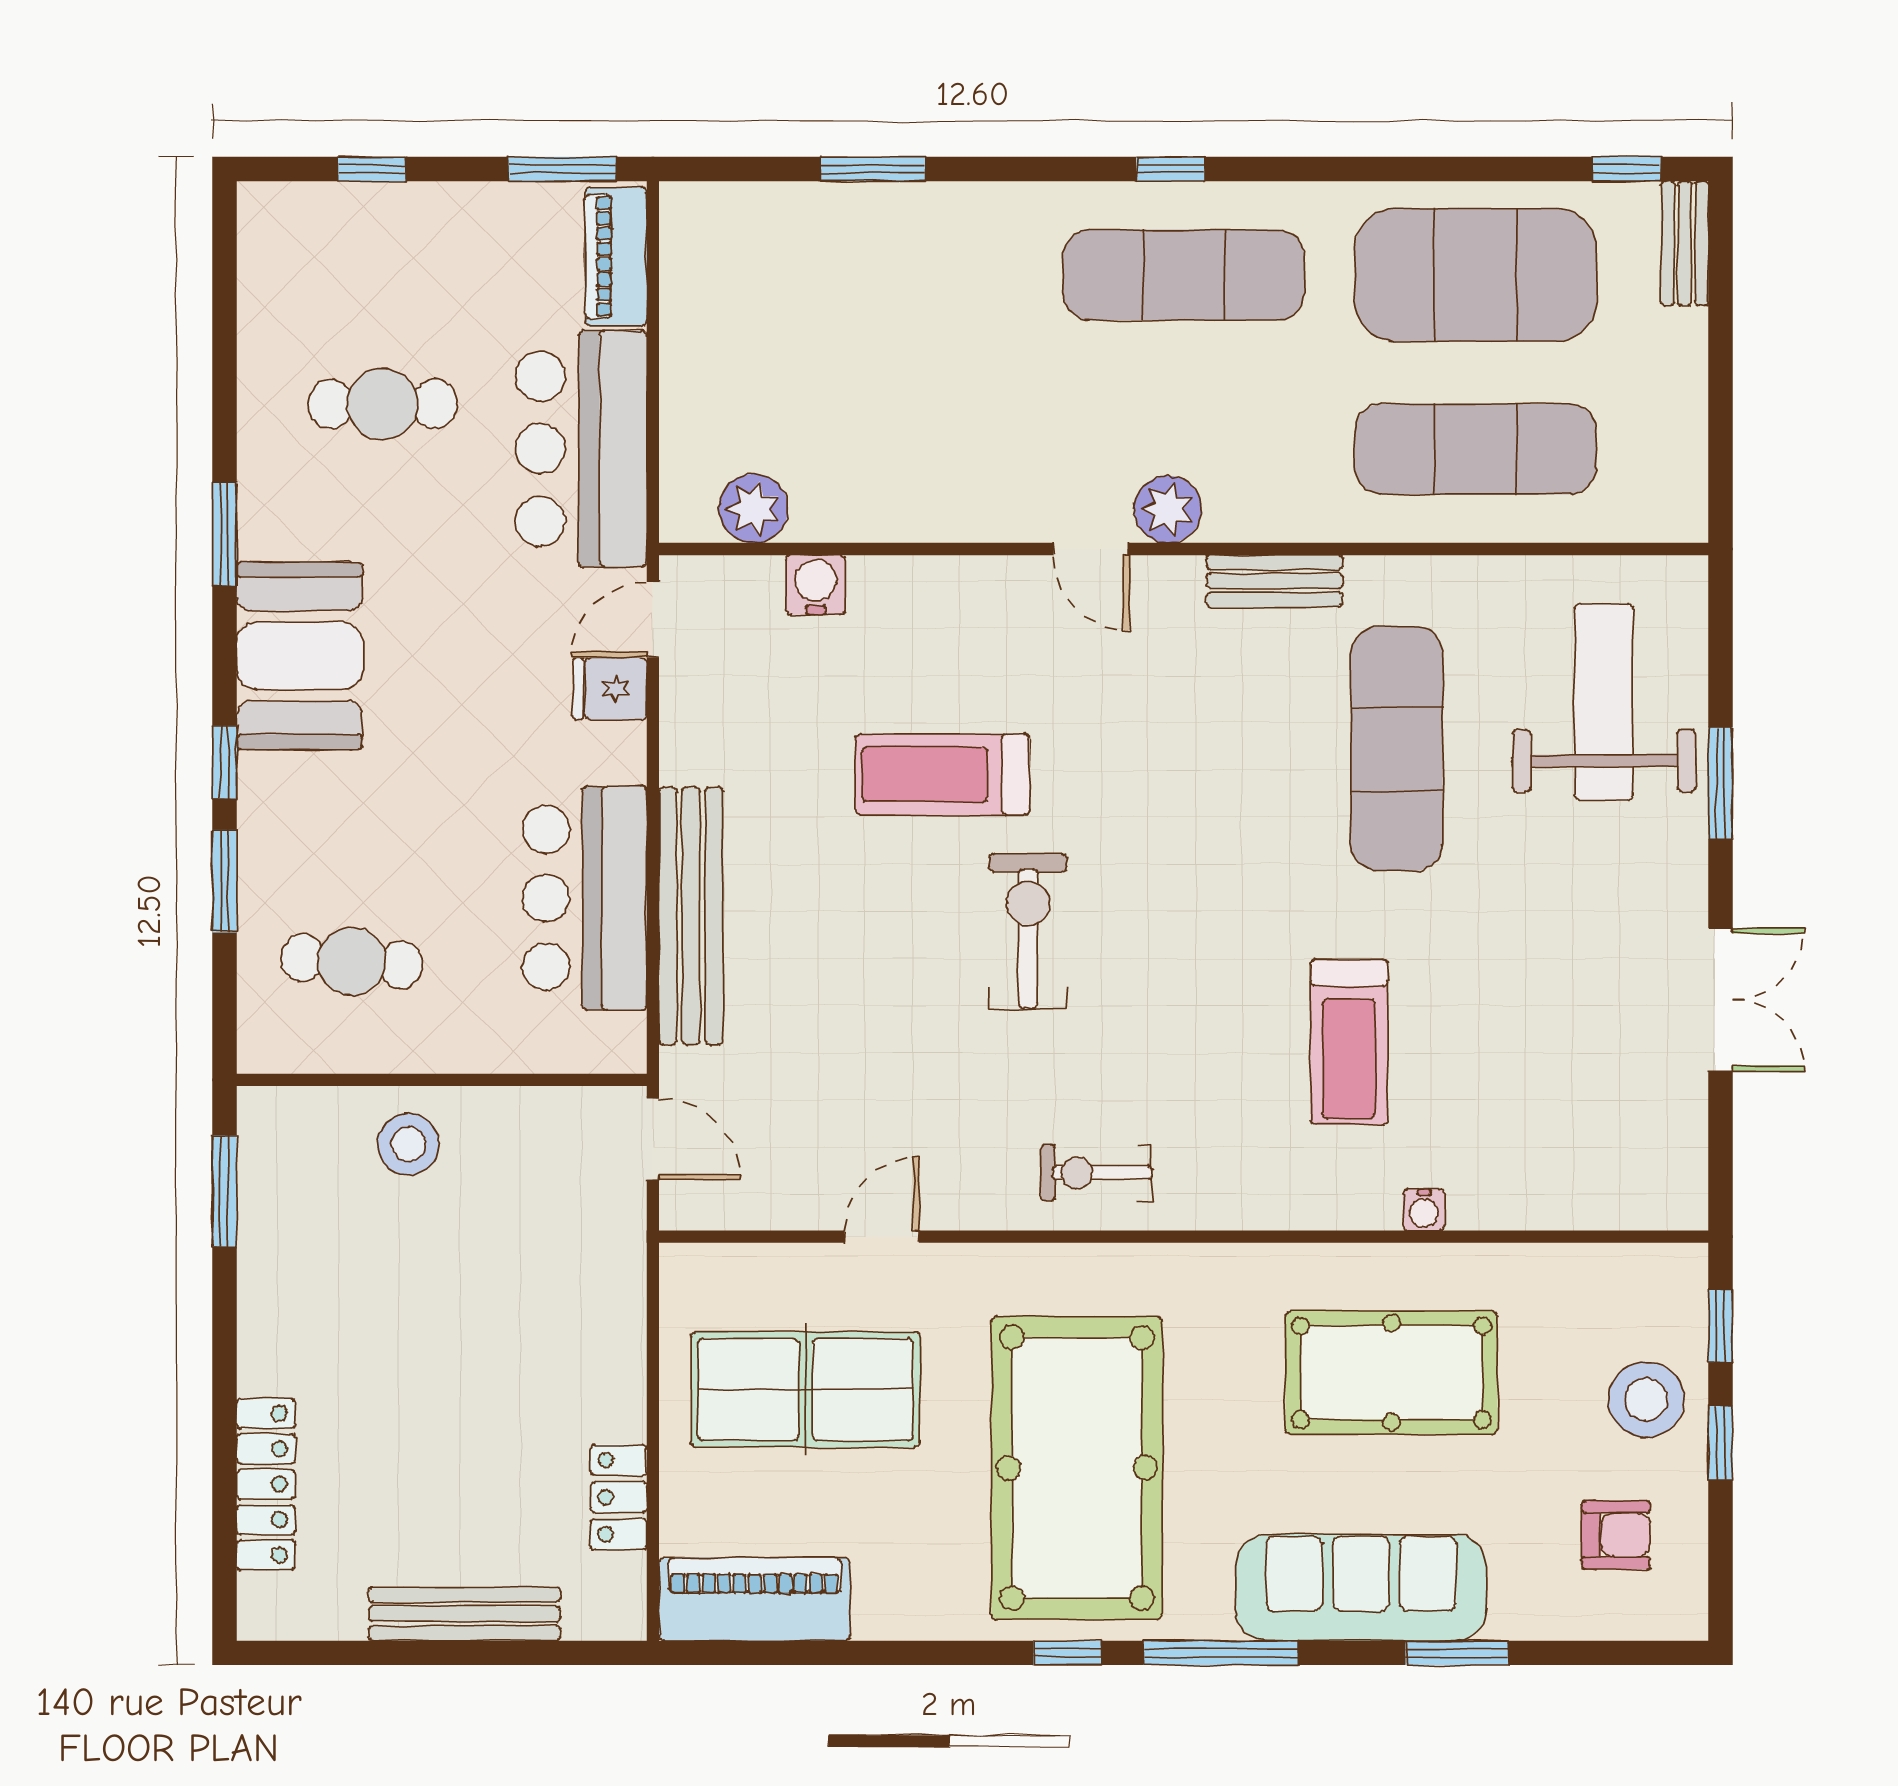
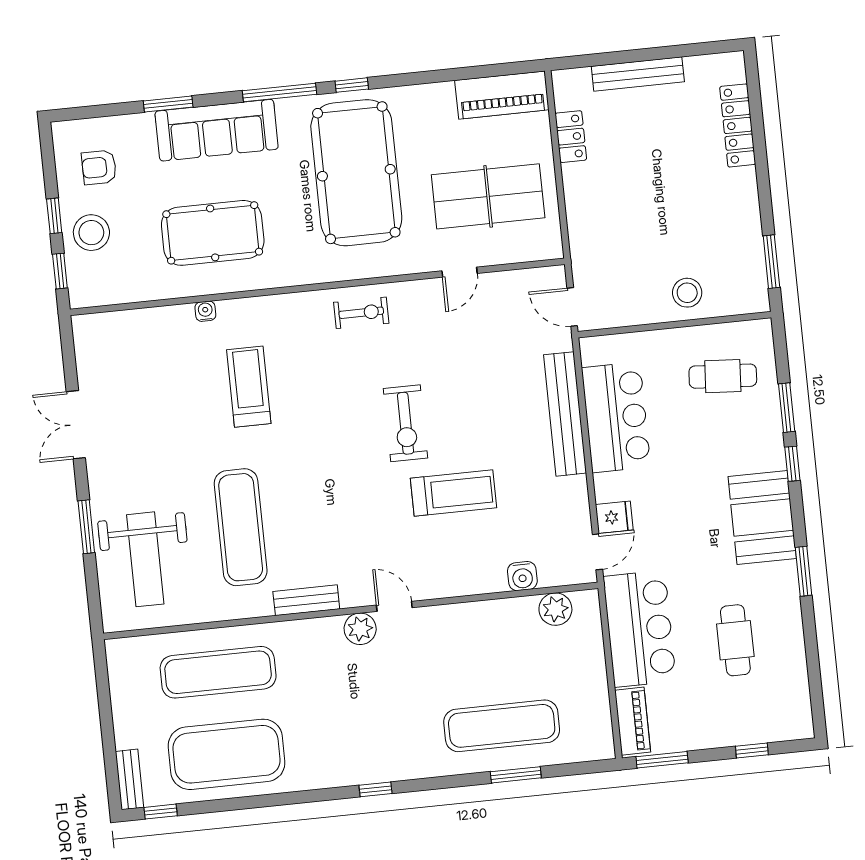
exercise mat: (1184, 275) -> (502, 726), moved
cafe table: (383, 404) -> (735, 640), turned 90

